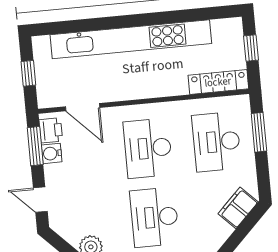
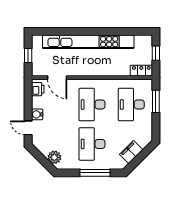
locker: (218, 82) -> (141, 71), width x0.66
window: (35, 146) -> (28, 97), removed
water cooler: (52, 153) -> (37, 114), moved
filing cabinet: (238, 208) -> (131, 152), moved

